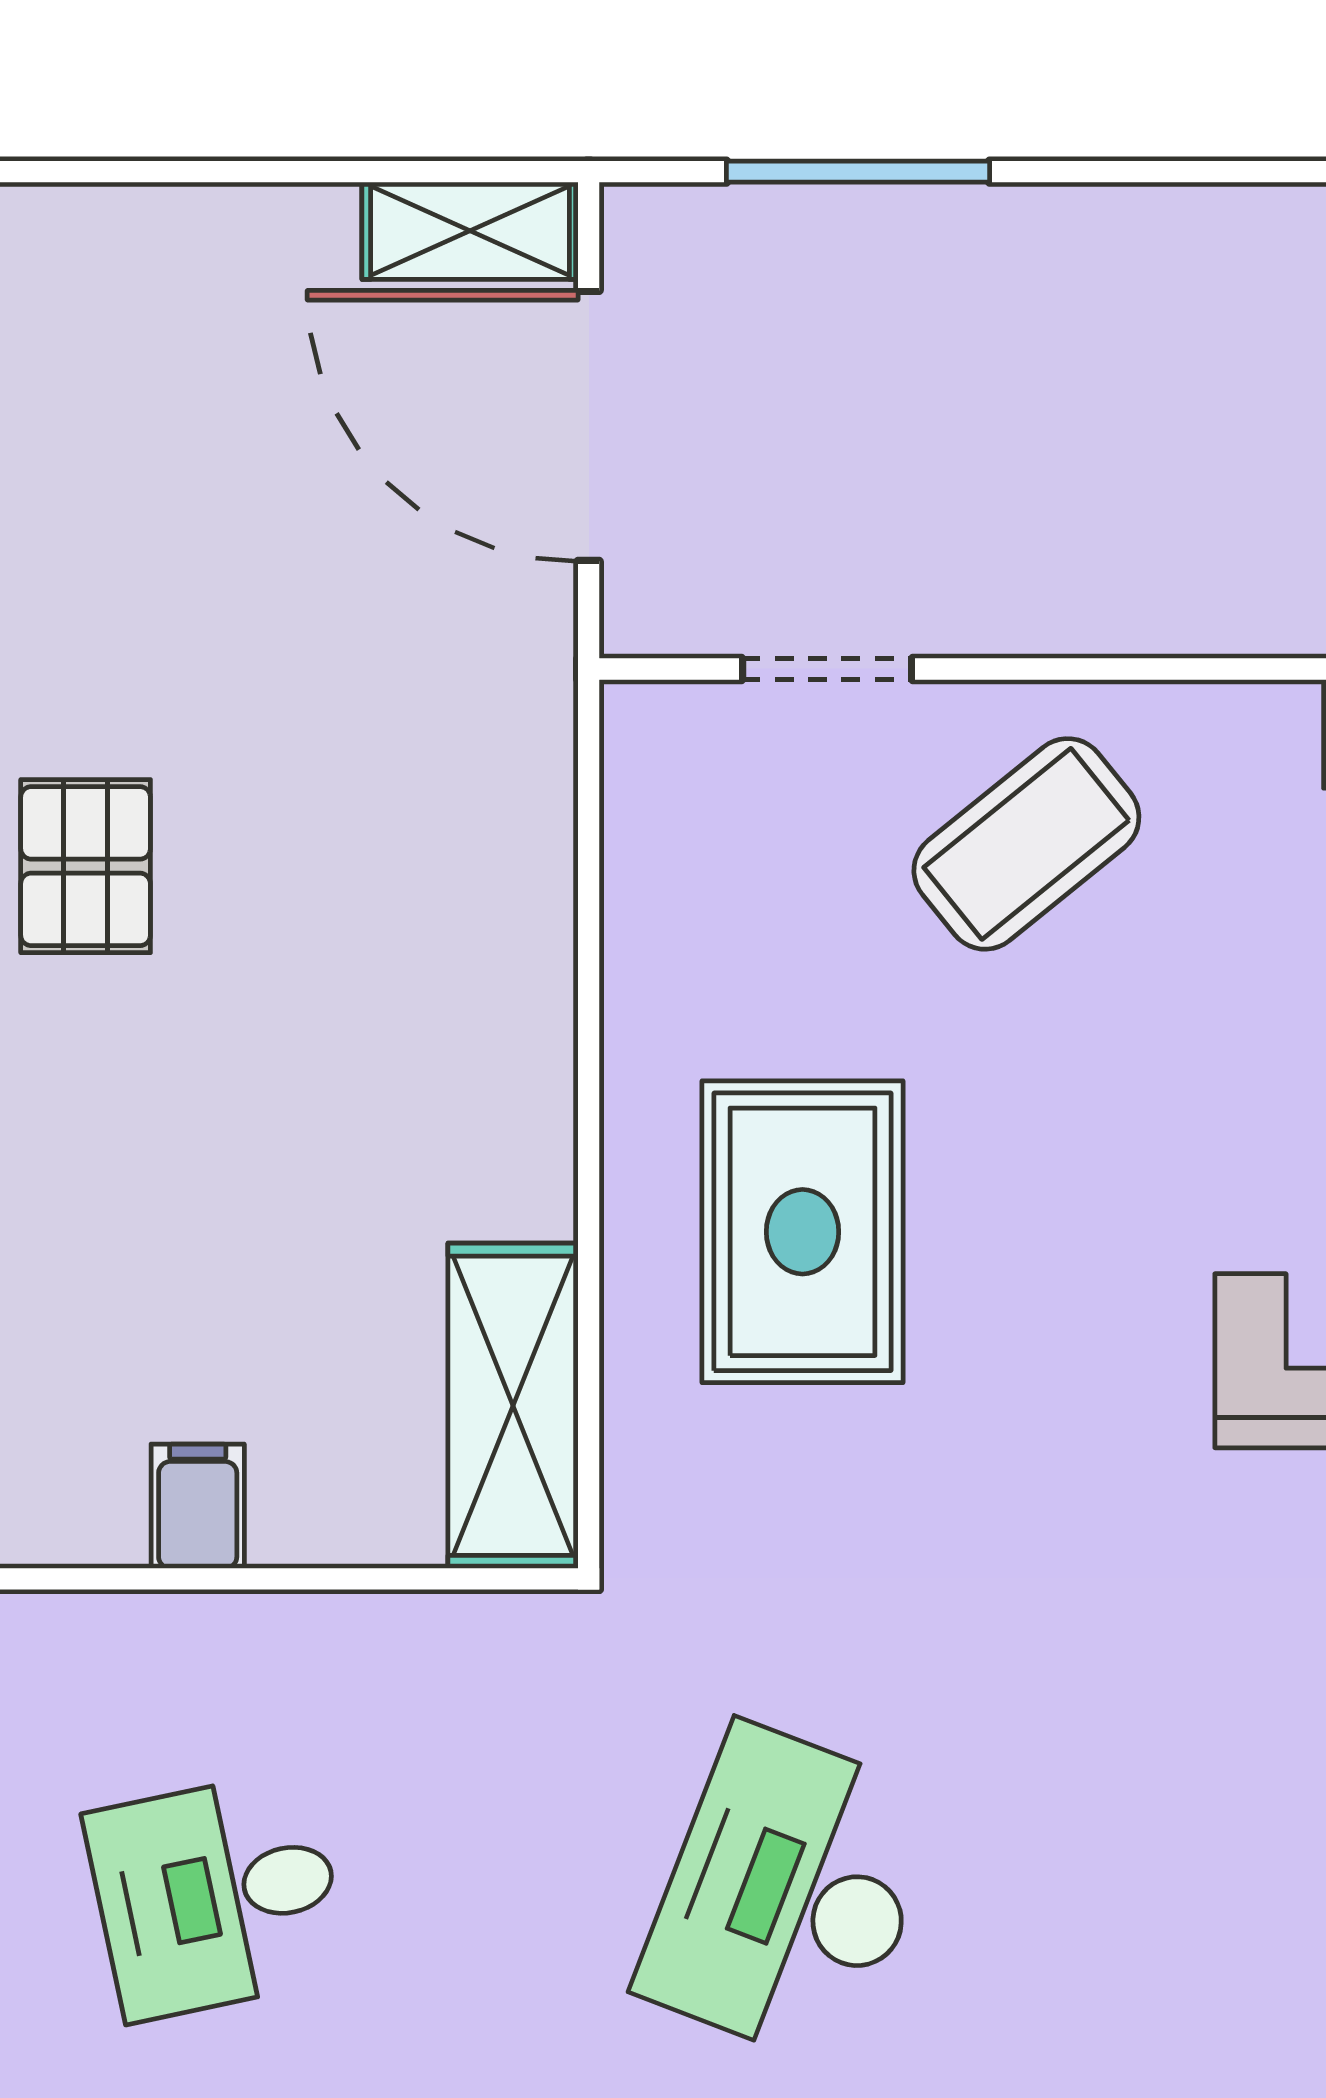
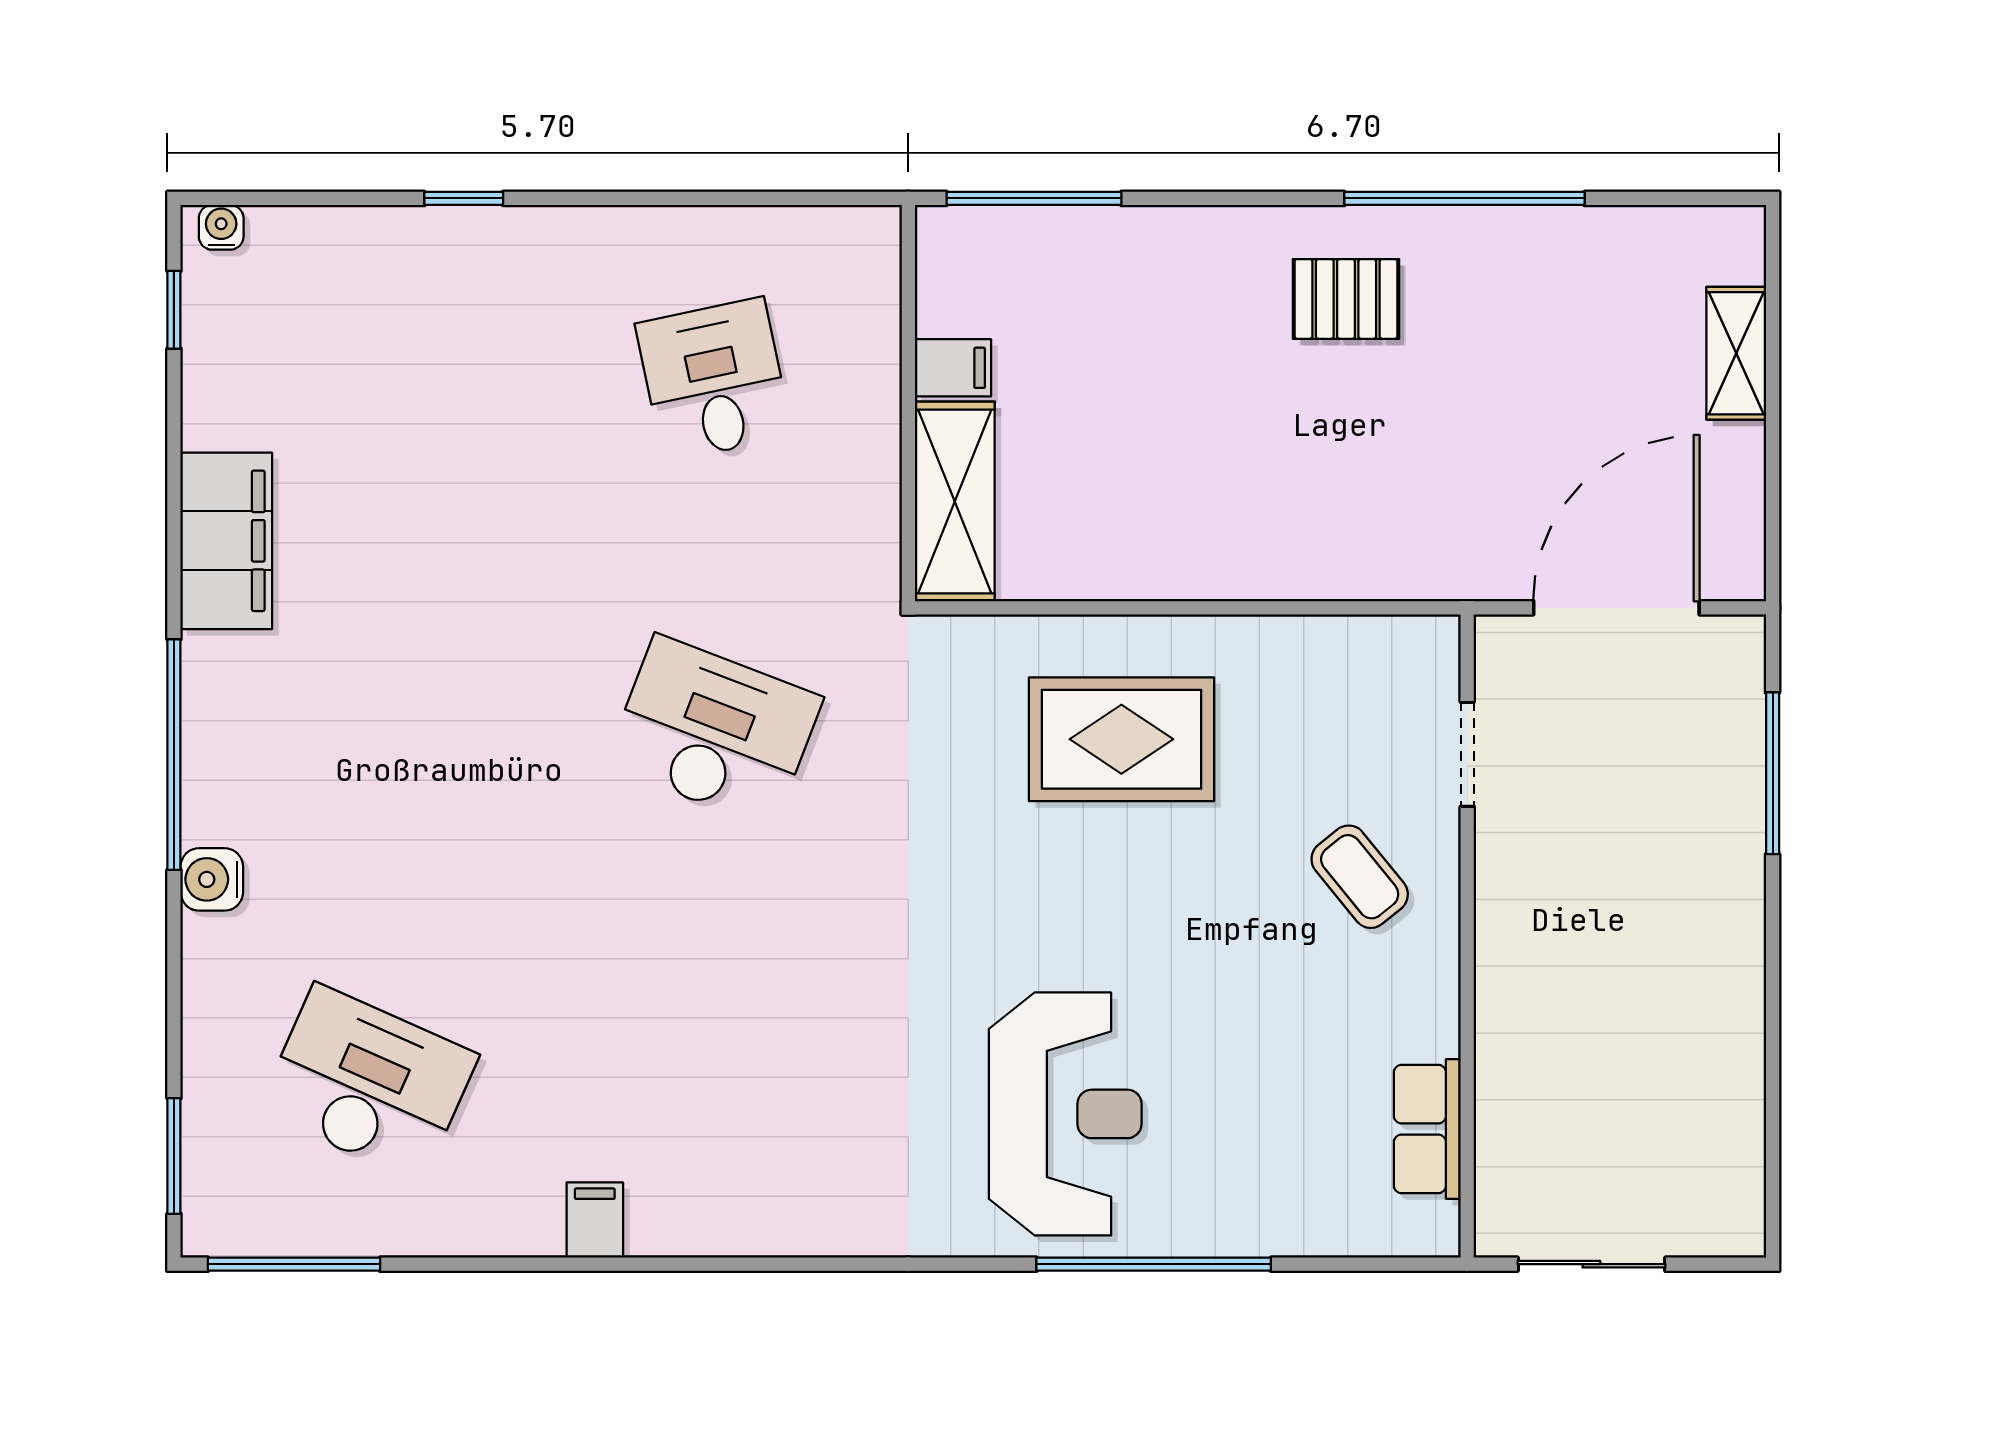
shelving: (470, 231) -> (1736, 353), moved
coffee table: (1026, 844) -> (1360, 877), width x0.73, depth x0.77
shelving: (513, 1406) -> (955, 501), moved, turned 90

